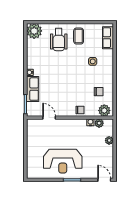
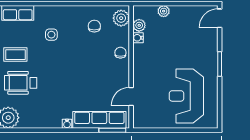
wheelchair: (59, 40) -> (21, 83), turned 180
row of seats: (33, 89) -> (99, 120), width x1.48
reception desk: (63, 161) -> (186, 96), moved, turned 180

